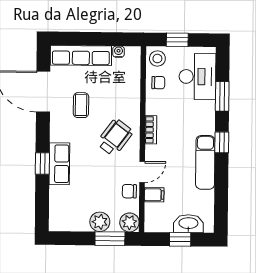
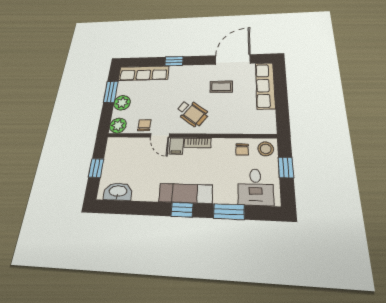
water cooler: (118, 52) -> (270, 115), removed
desk: (197, 77) -> (255, 187), width x0.73
exam couch: (205, 162) -> (186, 193), moved
row of seats: (59, 164) -> (144, 73), moved, width x1.48
filing cabinet: (154, 195) -> (176, 146), moved
washbasin: (188, 224) -> (118, 192), moved, turned -90
window: (110, 239) -> (111, 92), moved

